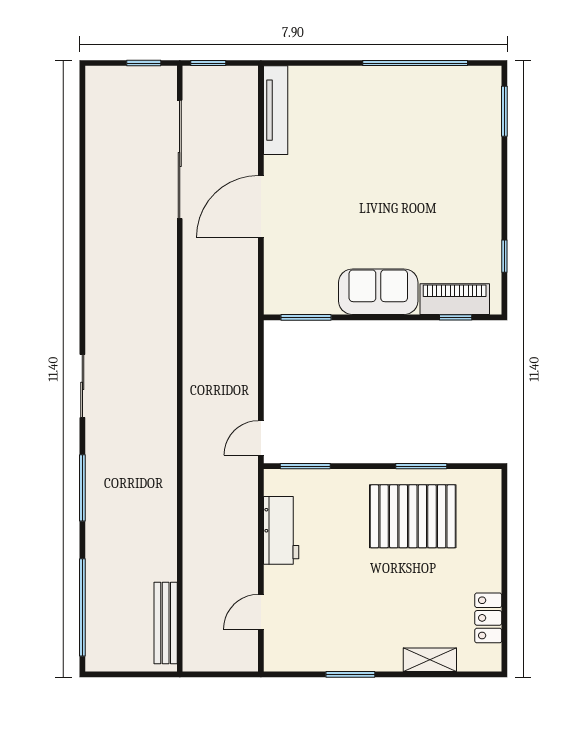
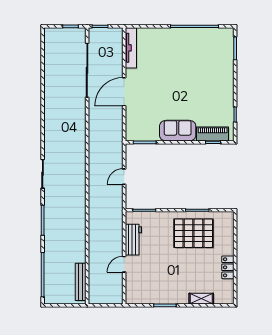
door: (261, 438) -> (124, 177), moved
door: (261, 612) -> (124, 264), moved
locker: (488, 618) -> (228, 267), moved

